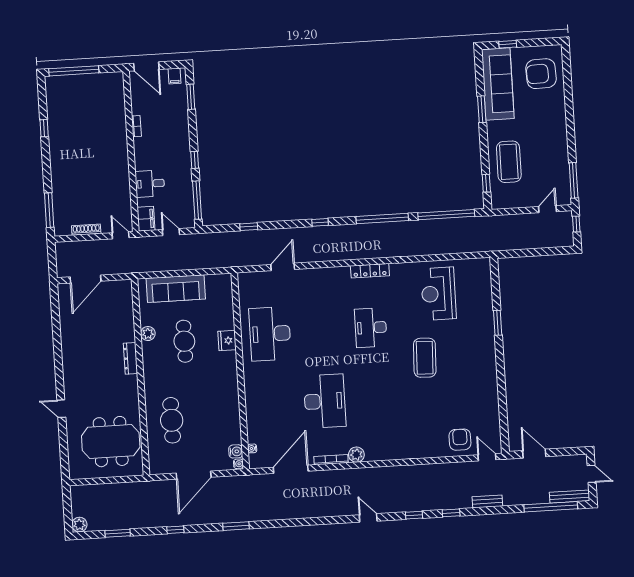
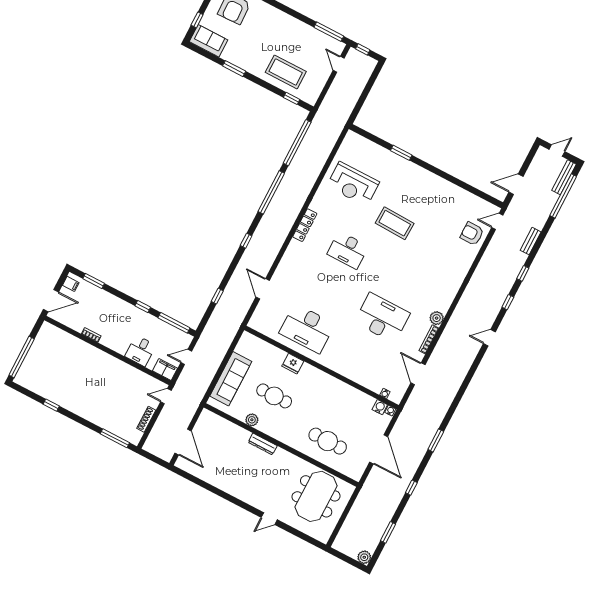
sofa: (498, 84) -> (209, 41), width x0.54, depth x0.79
door: (291, 469) -> (418, 374), width x0.73

